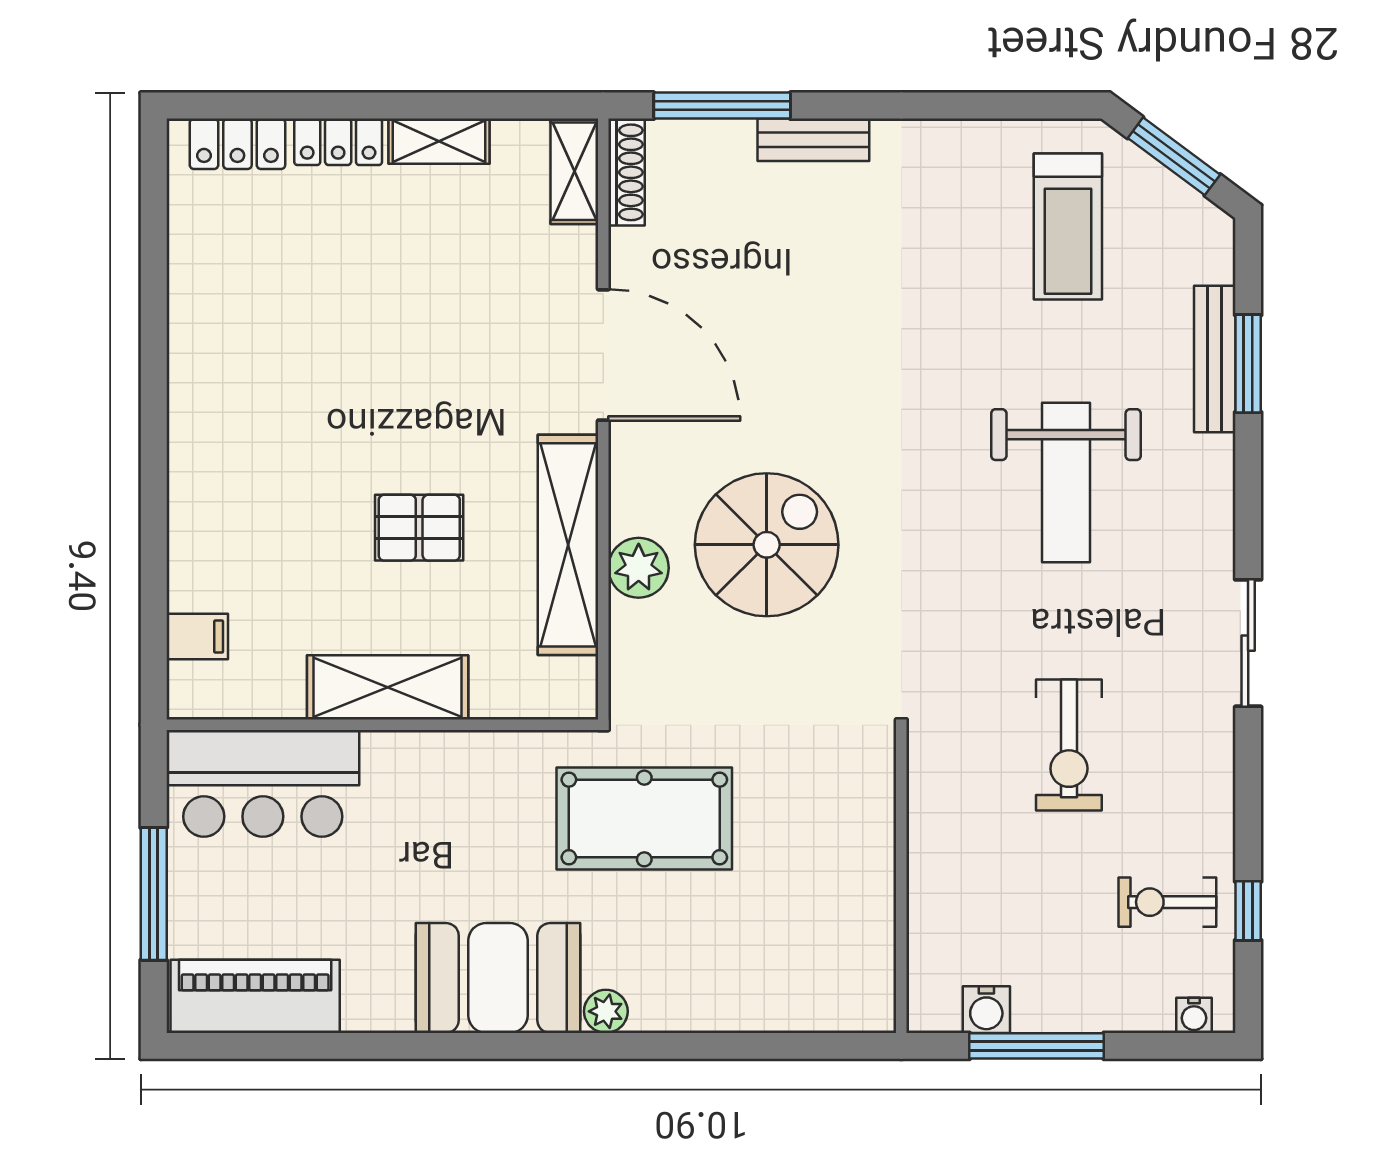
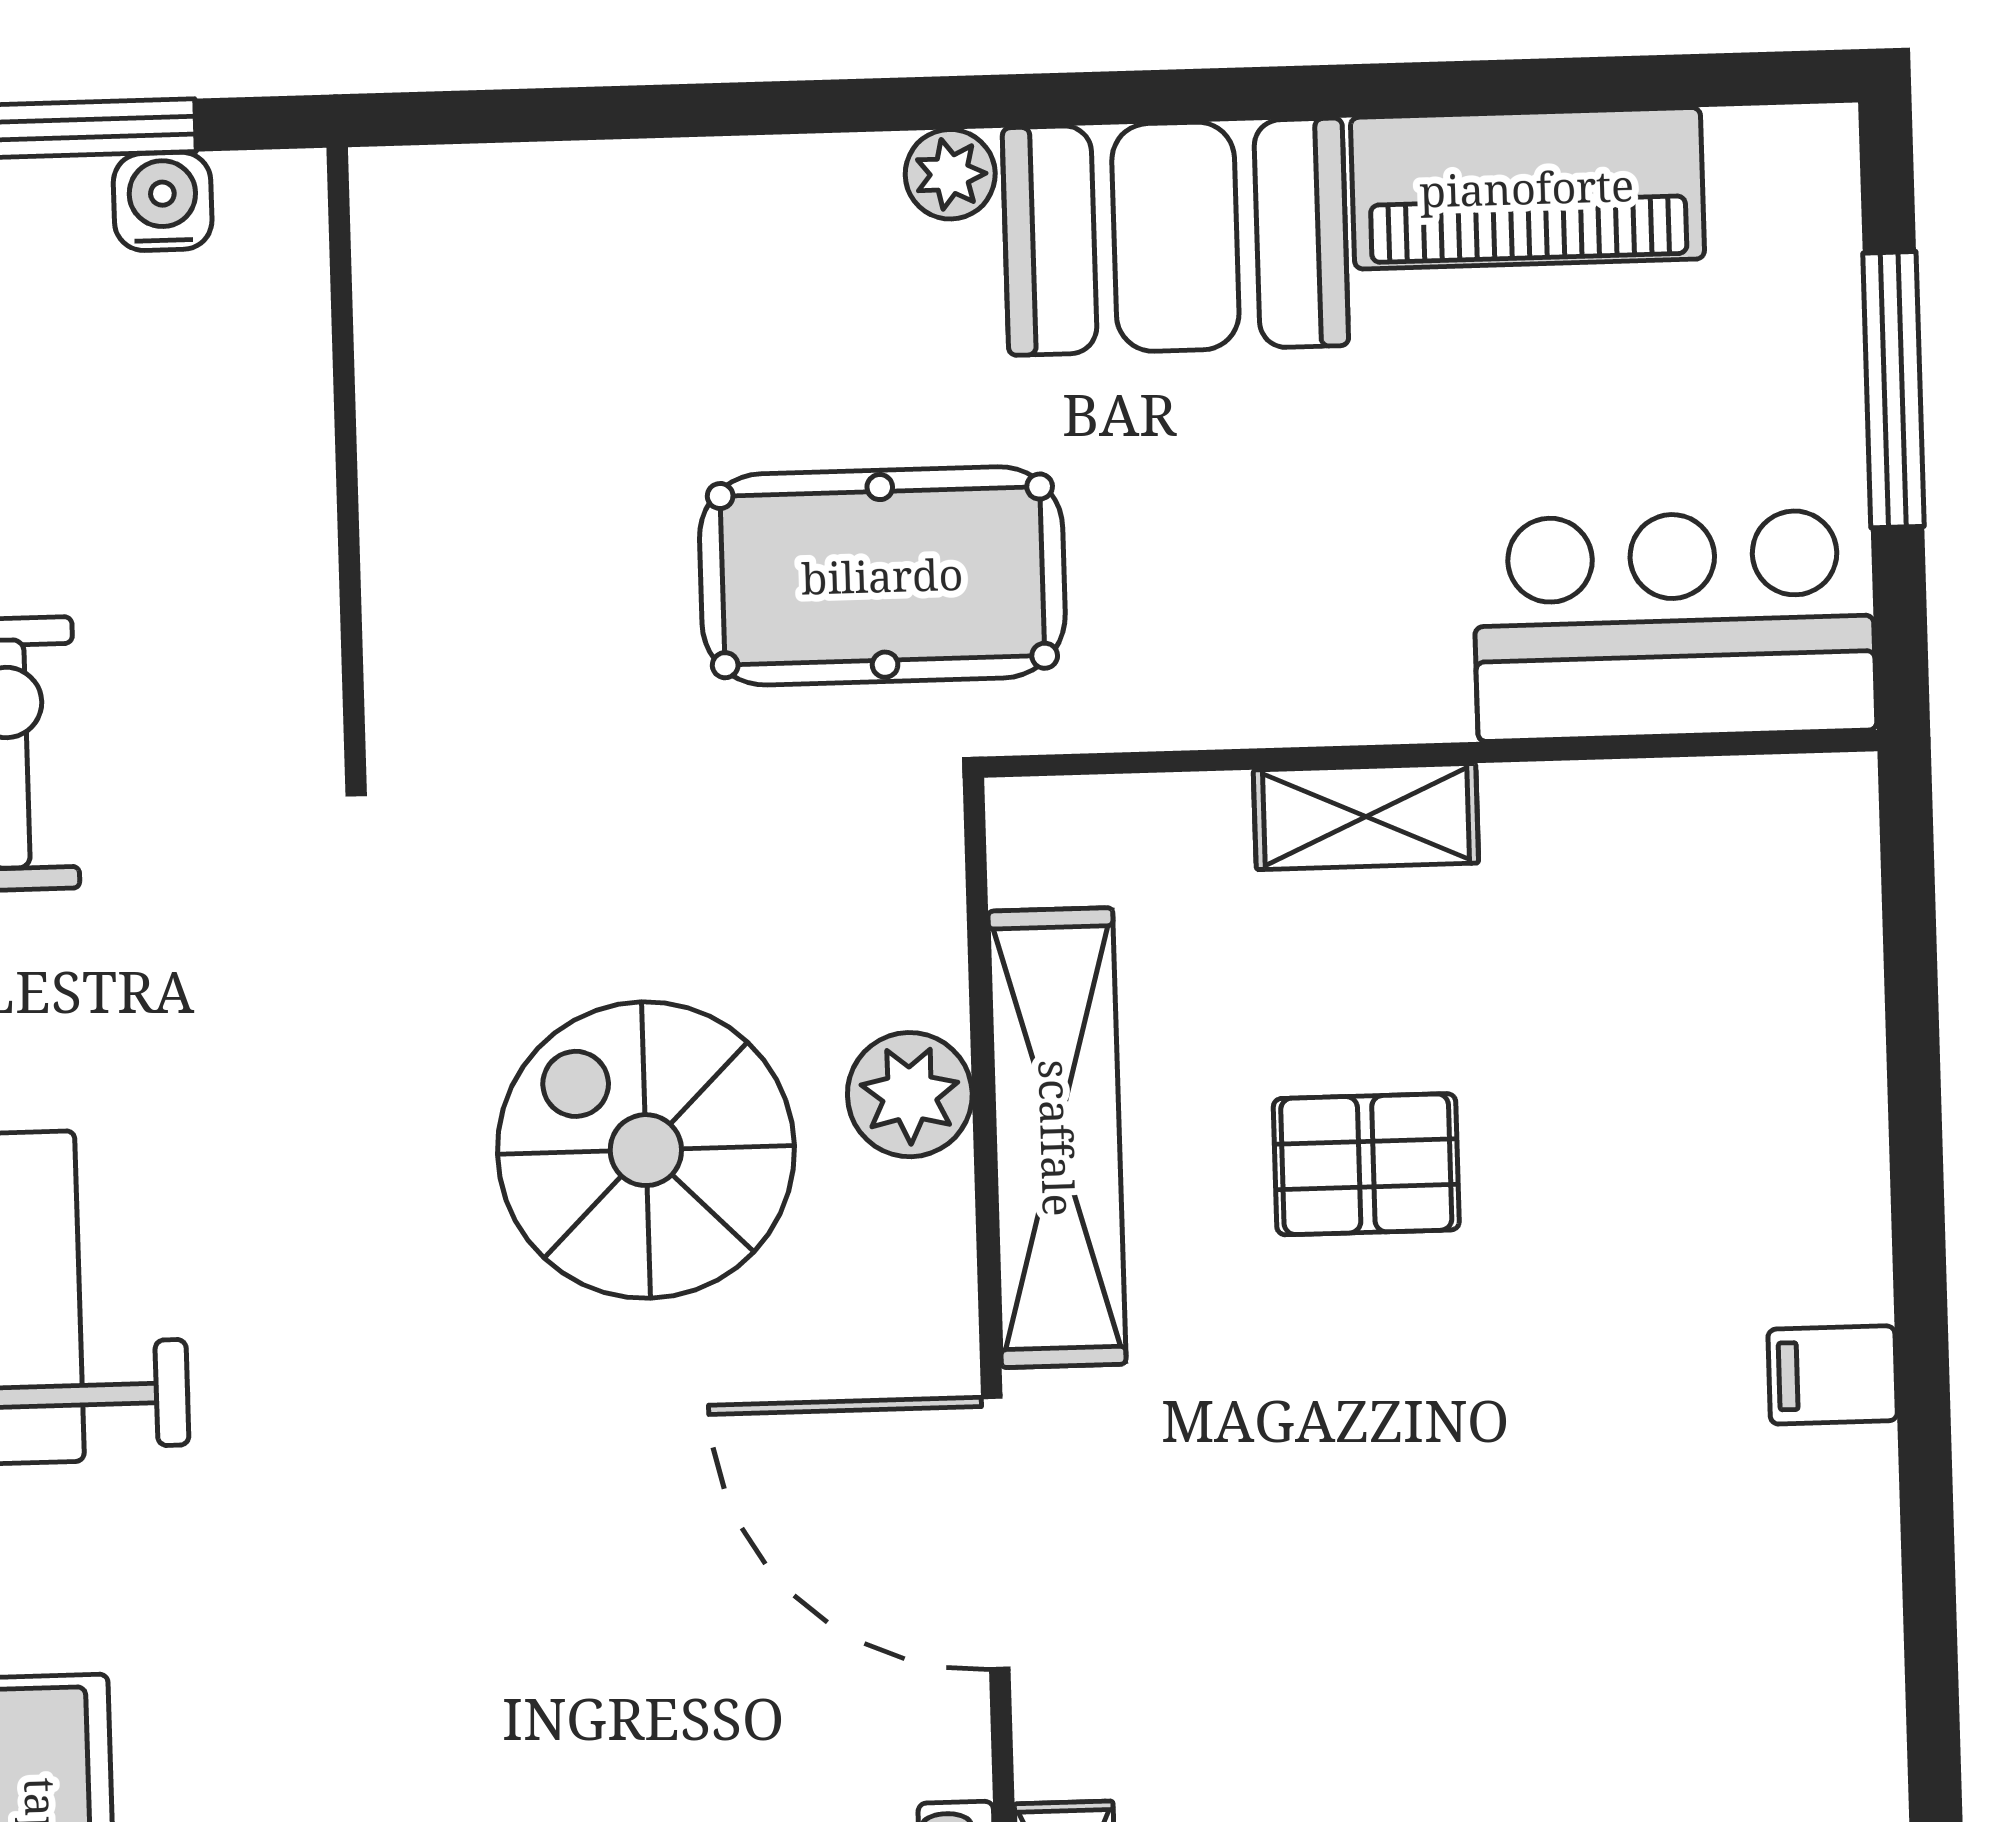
spiral stairs: (767, 545) -> (646, 1150), turned 90
filing cabinet: (197, 636) -> (1833, 1375), moved
shelving: (388, 687) -> (1366, 816), width x0.67, depth x0.75
piano: (255, 996) -> (1527, 188), moved

